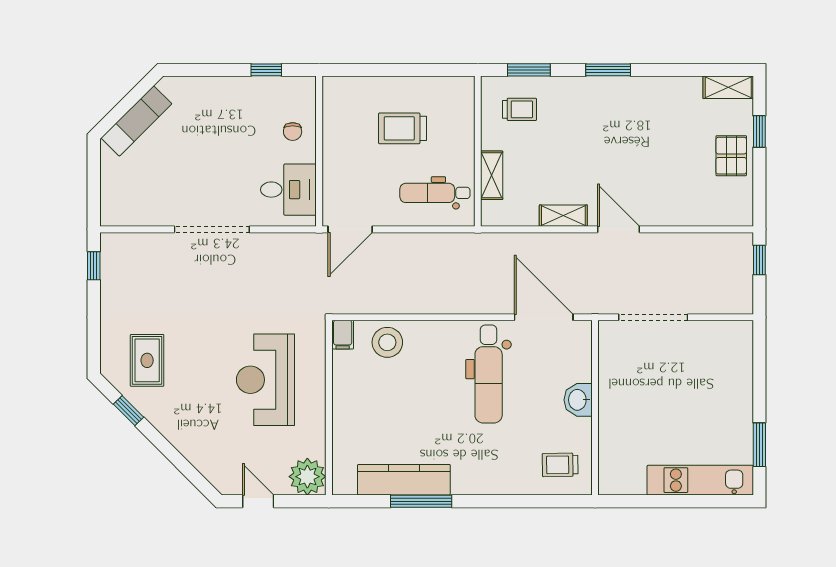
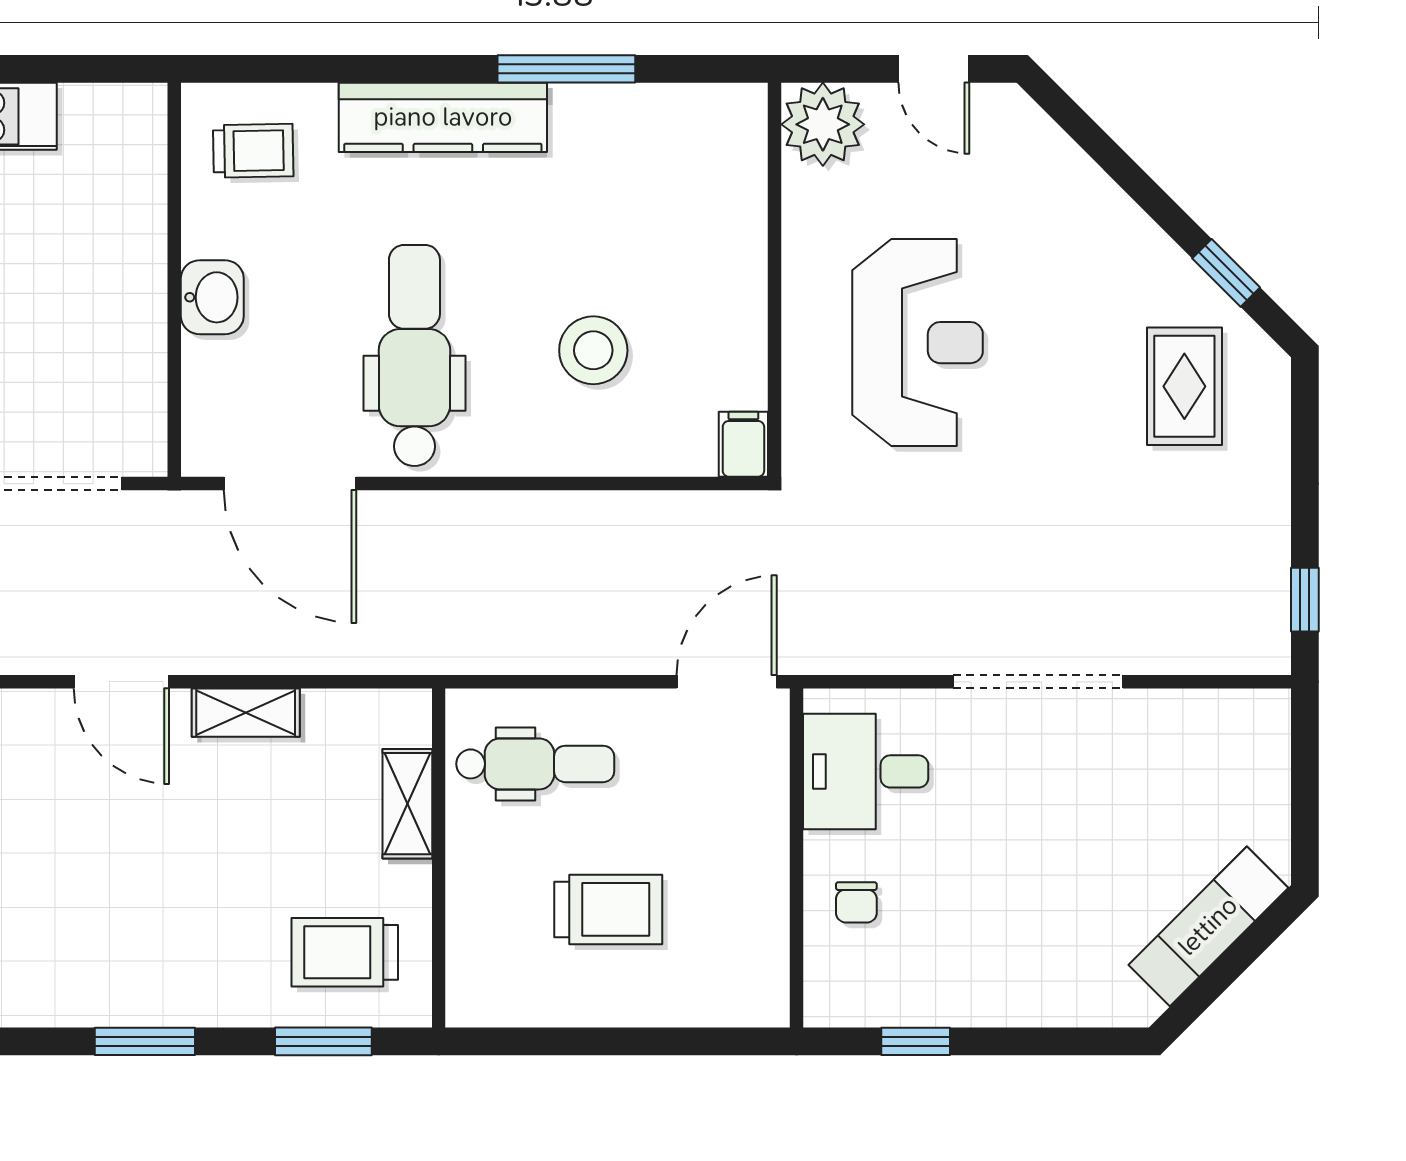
trolley: (519, 109) -> (345, 952), width x1.36, depth x1.39
chair: (293, 132) -> (856, 902), turned 180
stool: (387, 342) -> (593, 350), moved
kitchen counter: (404, 480) -> (443, 117), moved

